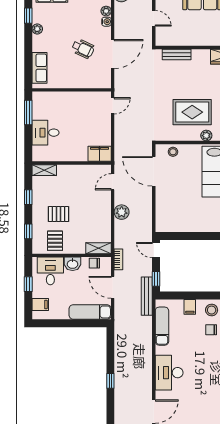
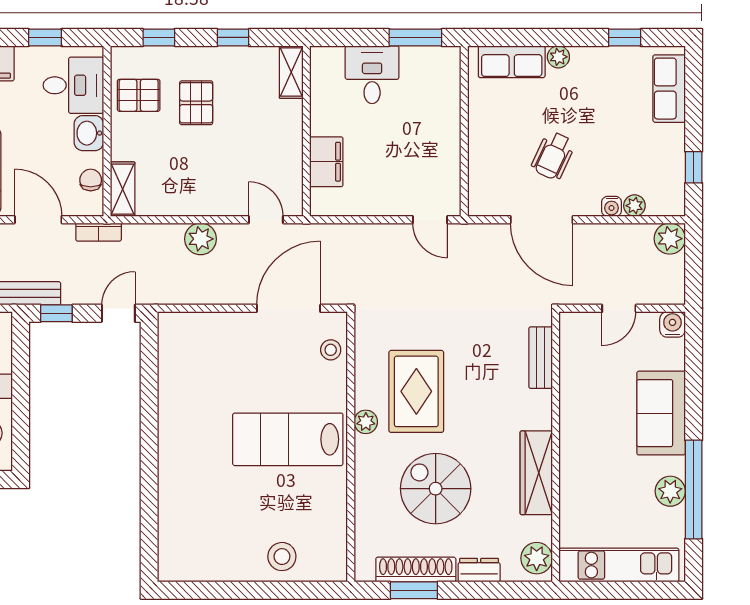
plant: (37, 29) -> (558, 57), moved
filing cabinet: (100, 154) -> (326, 162), moved
door: (113, 287) -> (38, 220), hinge flipped

